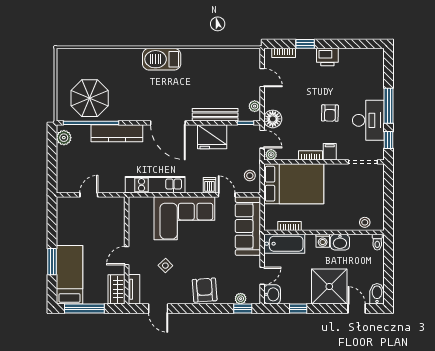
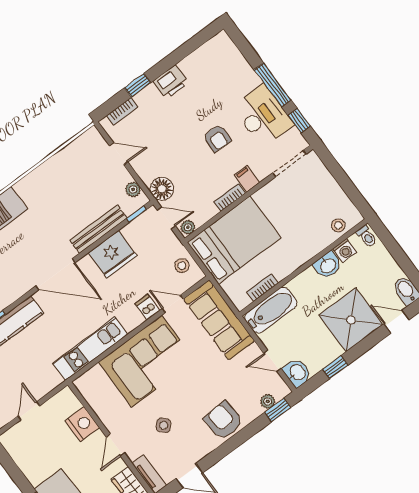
nightstand: (116, 228) -> (82, 424), added
washing machine: (323, 241) -> (345, 250), moved
door: (262, 276) -> (272, 361), swing flipped

